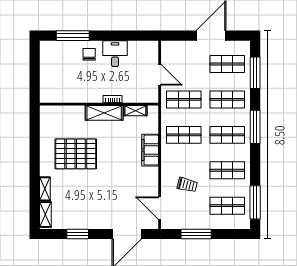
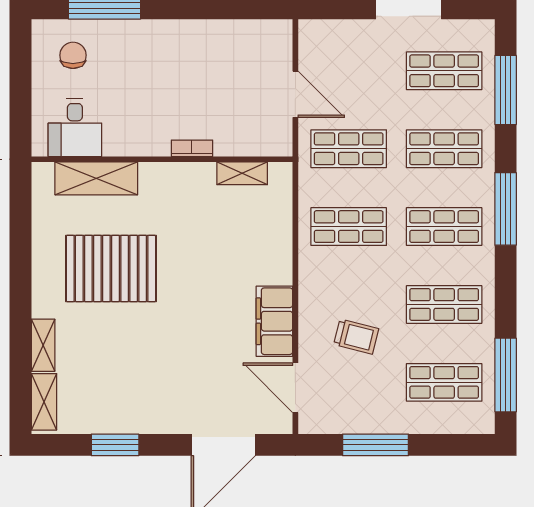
chair: (89, 54) -> (73, 55), moved
desk: (115, 54) -> (75, 128), moved, turned 180
shelving: (104, 113) -> (96, 178), moved
filing cabinet: (150, 150) -> (274, 321), moved

